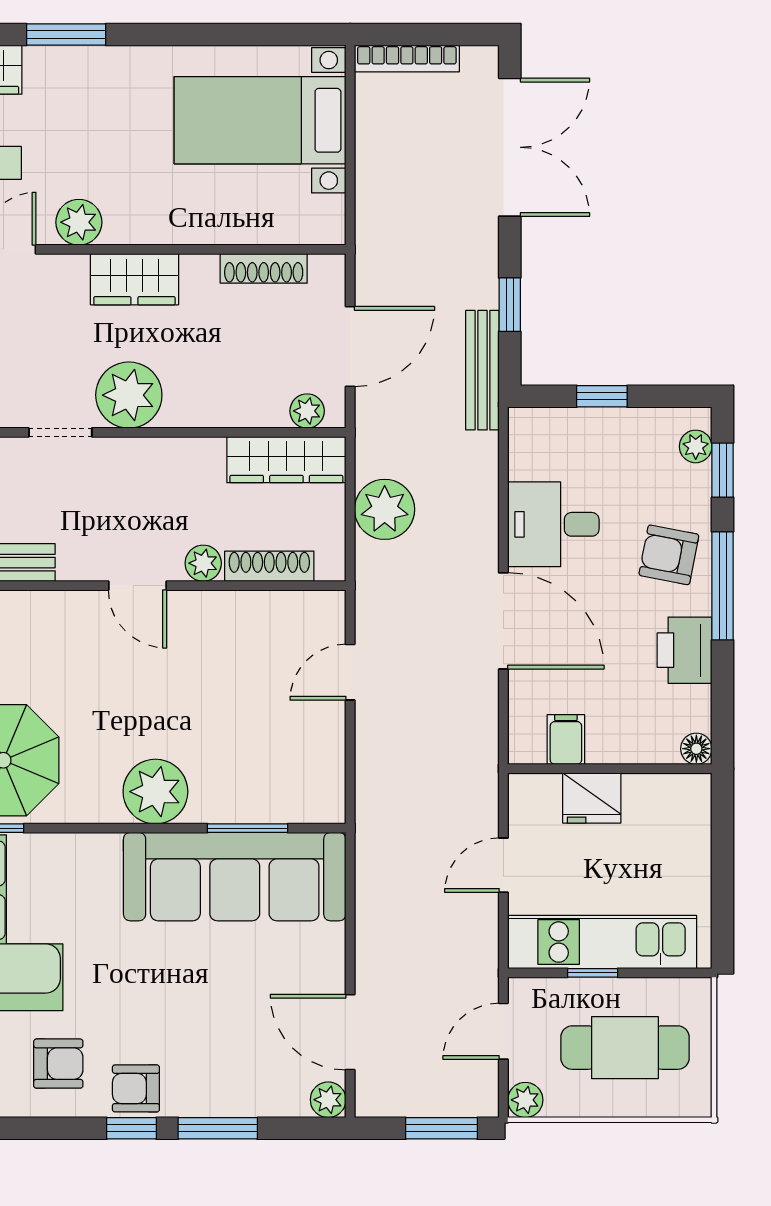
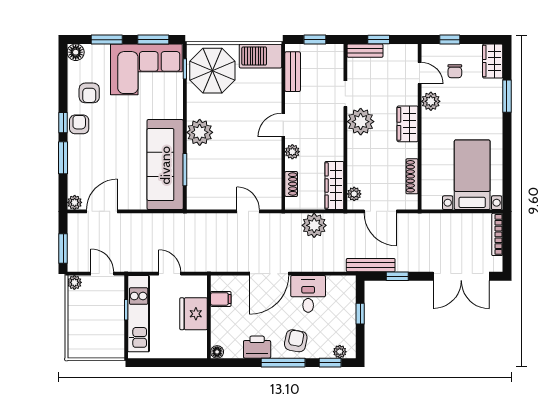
shoe rack: (269, 566) -> (291, 184), width x0.70
fridge: (592, 798) -> (194, 314), width x1.36, depth x1.34
cafe table: (625, 1048) -> (96, 323), removed

